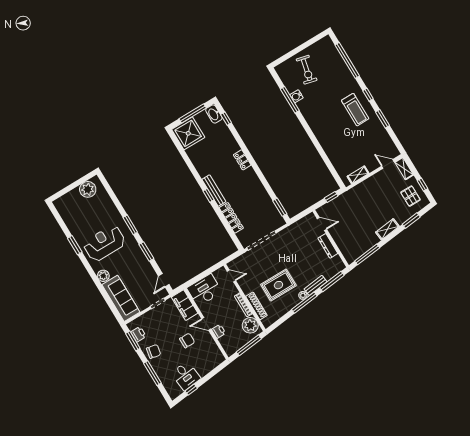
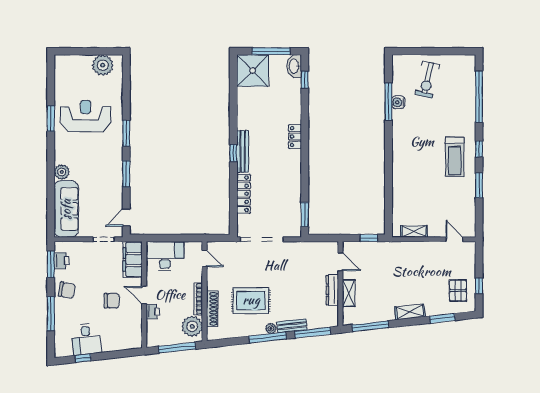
shelving: (404, 168) -> (349, 293), moved
reception desk: (104, 243) -> (86, 116), moved

